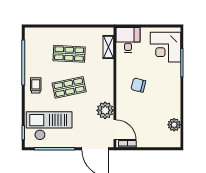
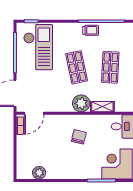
shelving: (108, 47) -> (102, 107), moved
trolley: (36, 85) -> (91, 30), moved
plant: (105, 110) -> (81, 103), moved

